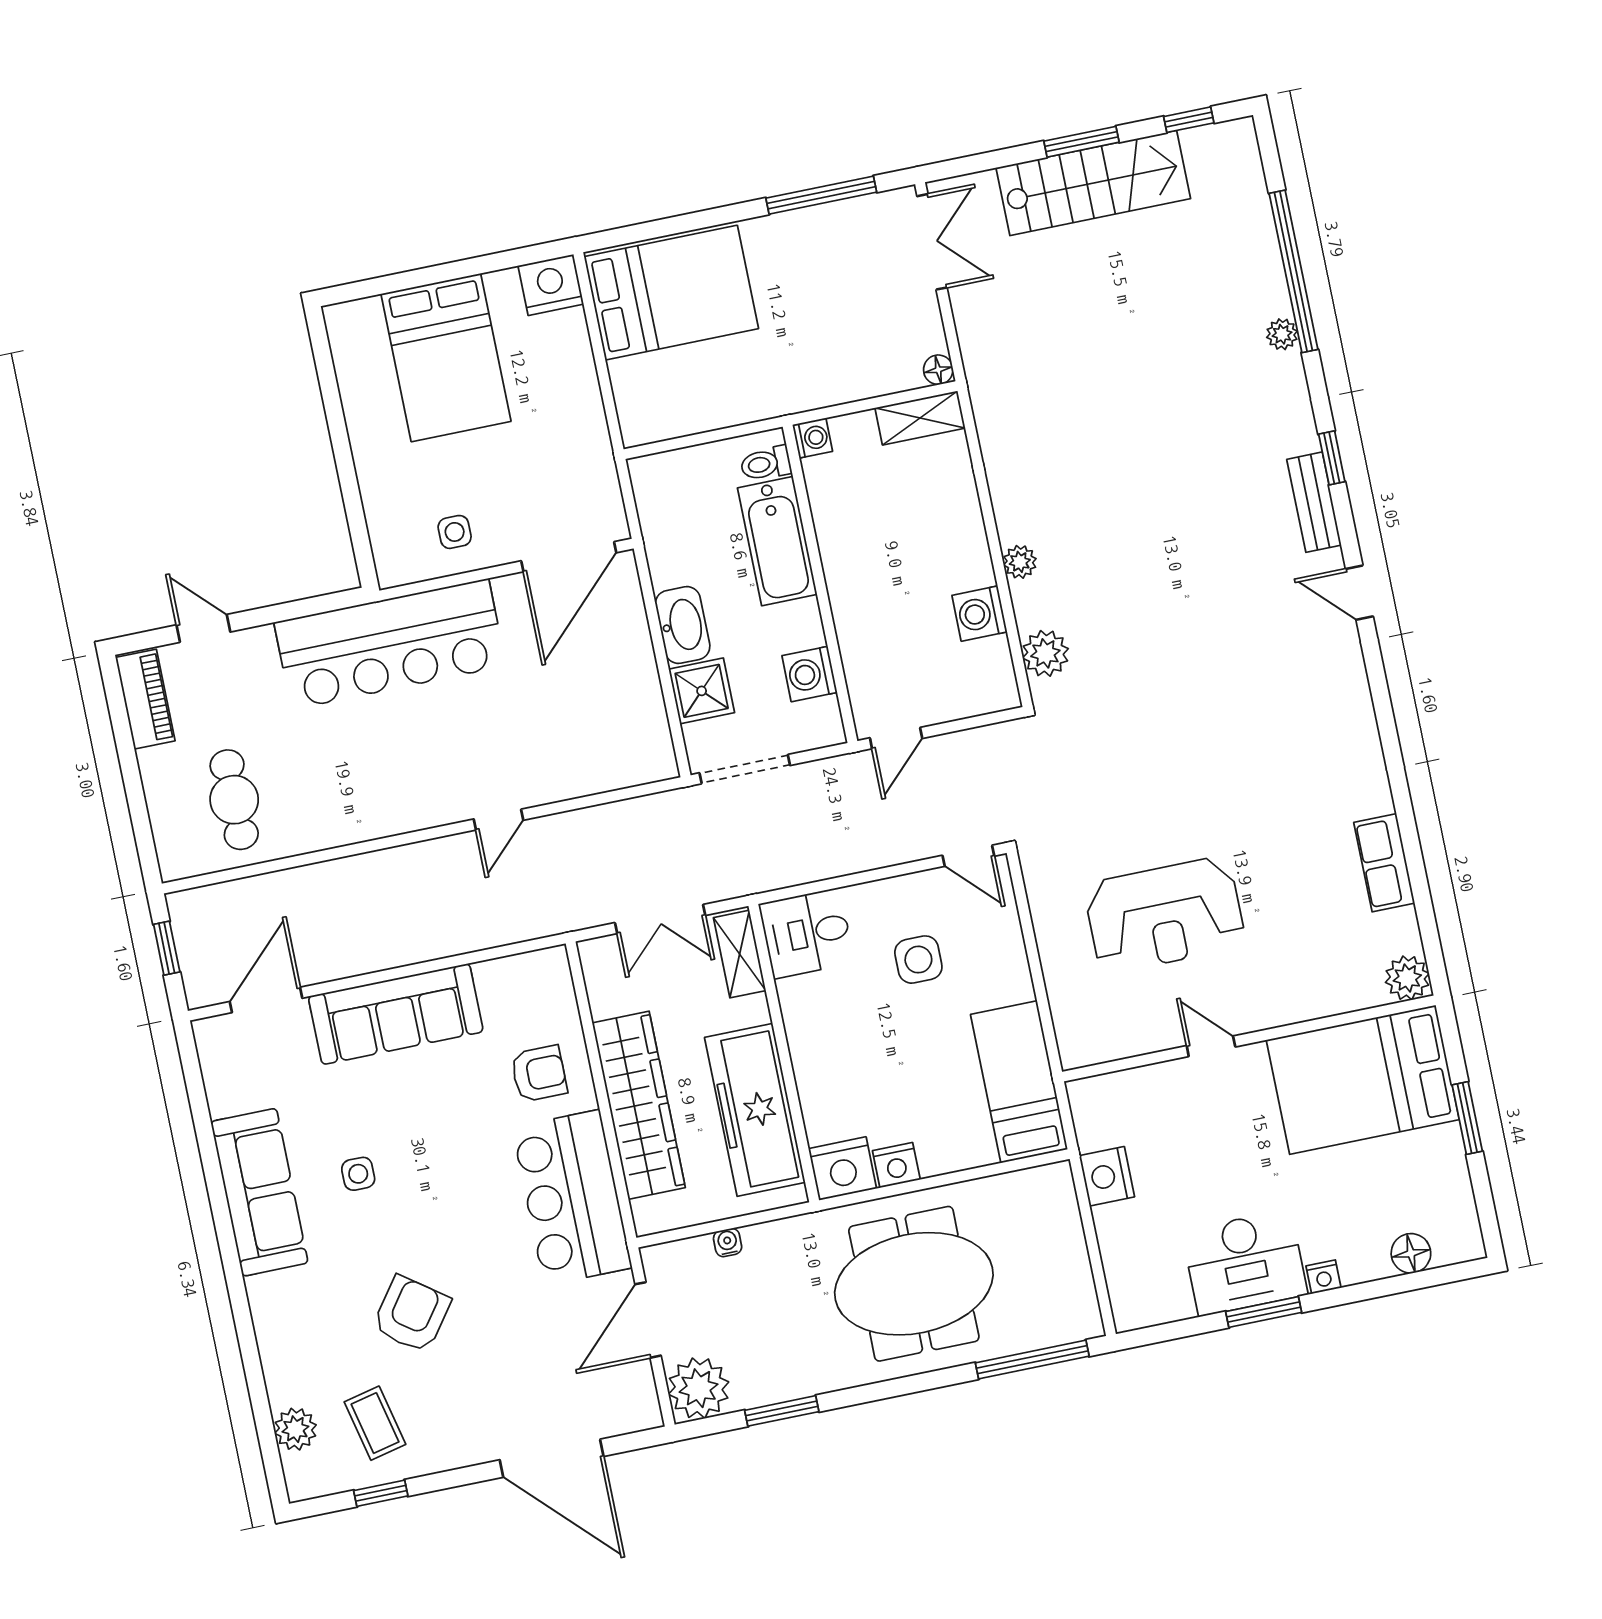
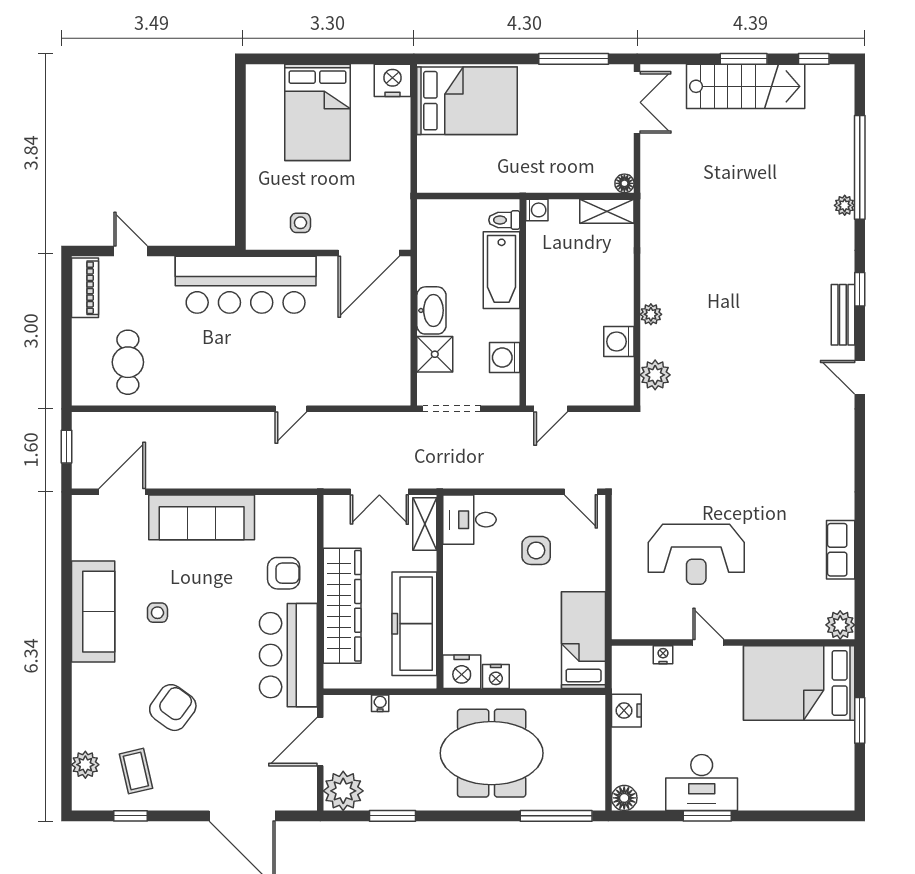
floor lamp: (1411, 1253) -> (624, 798), moved
nightstand: (1323, 1277) -> (663, 655), moved, turned 180

